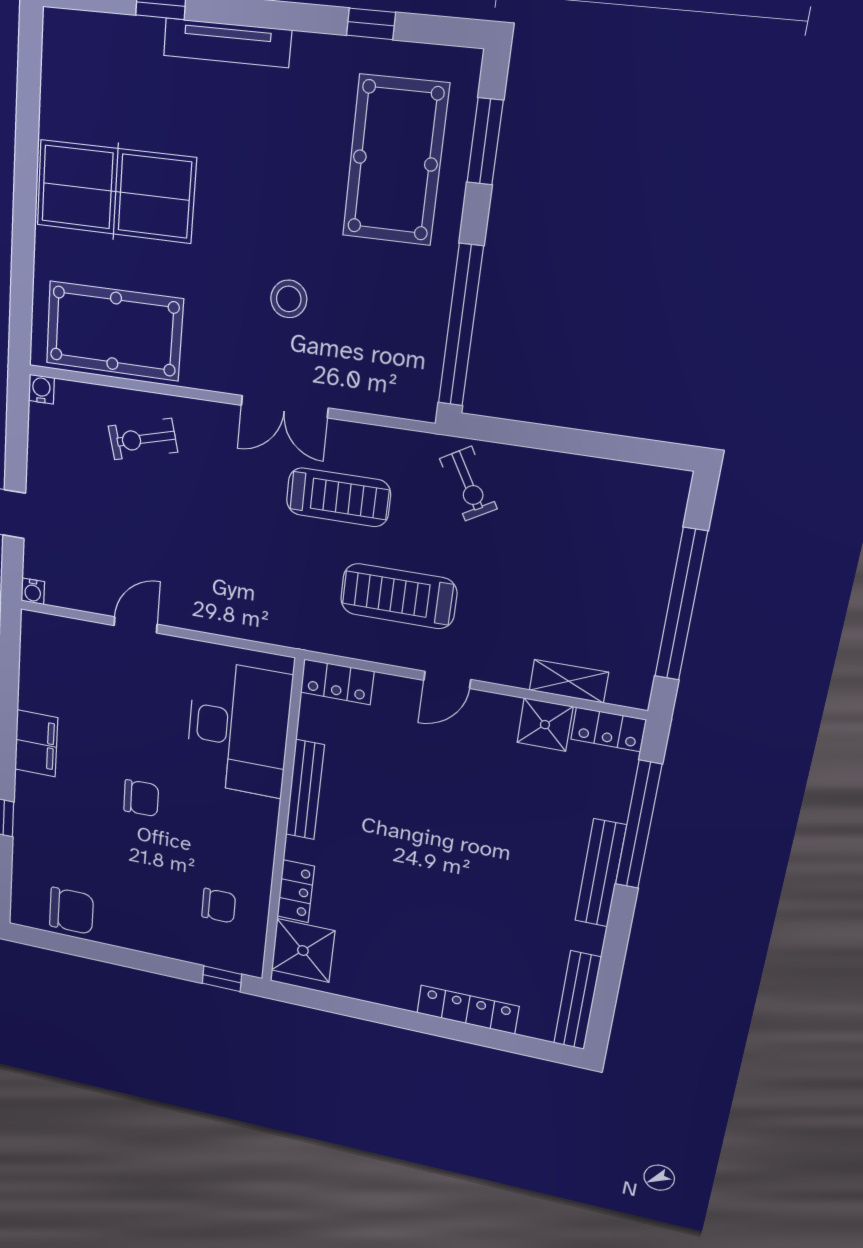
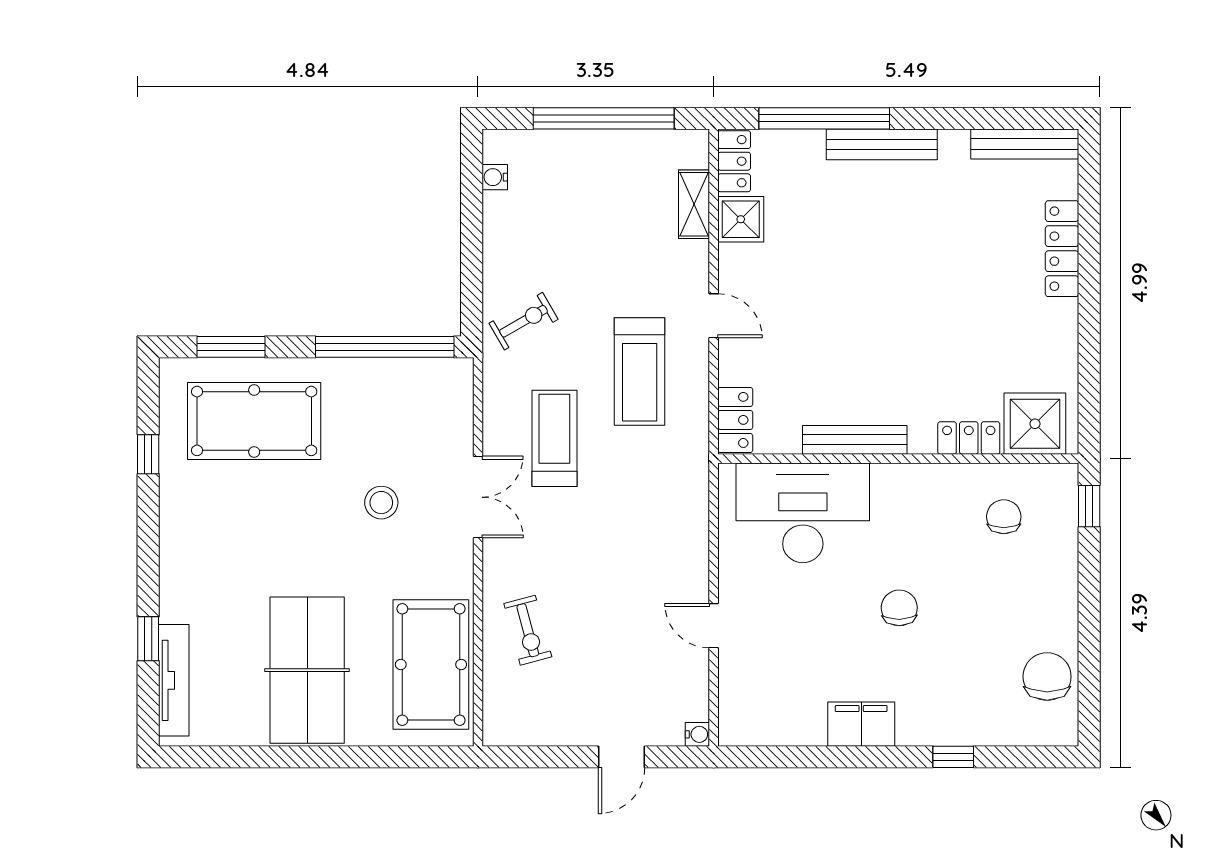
tv unit: (227, 43) -> (174, 680), moved
water cooler: (41, 389) -> (495, 177), moved

